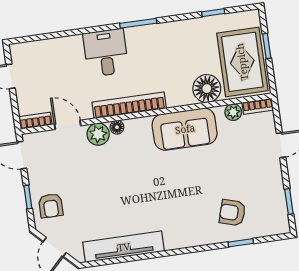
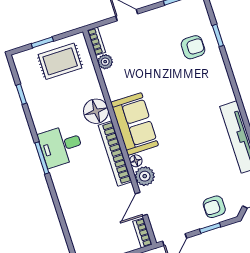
desk: (106, 53) -> (61, 146), moved
rug: (242, 62) -> (60, 61), width x0.73, depth x0.70
floor lamp: (207, 89) -> (96, 111), moved
sofa: (185, 129) -> (135, 124), moved
armchair: (51, 206) -> (214, 207), turned 180
armchair: (232, 213) -> (193, 47), turned -107

